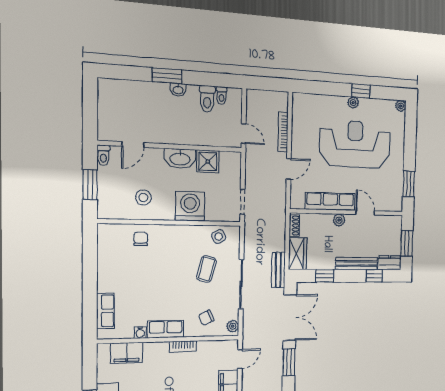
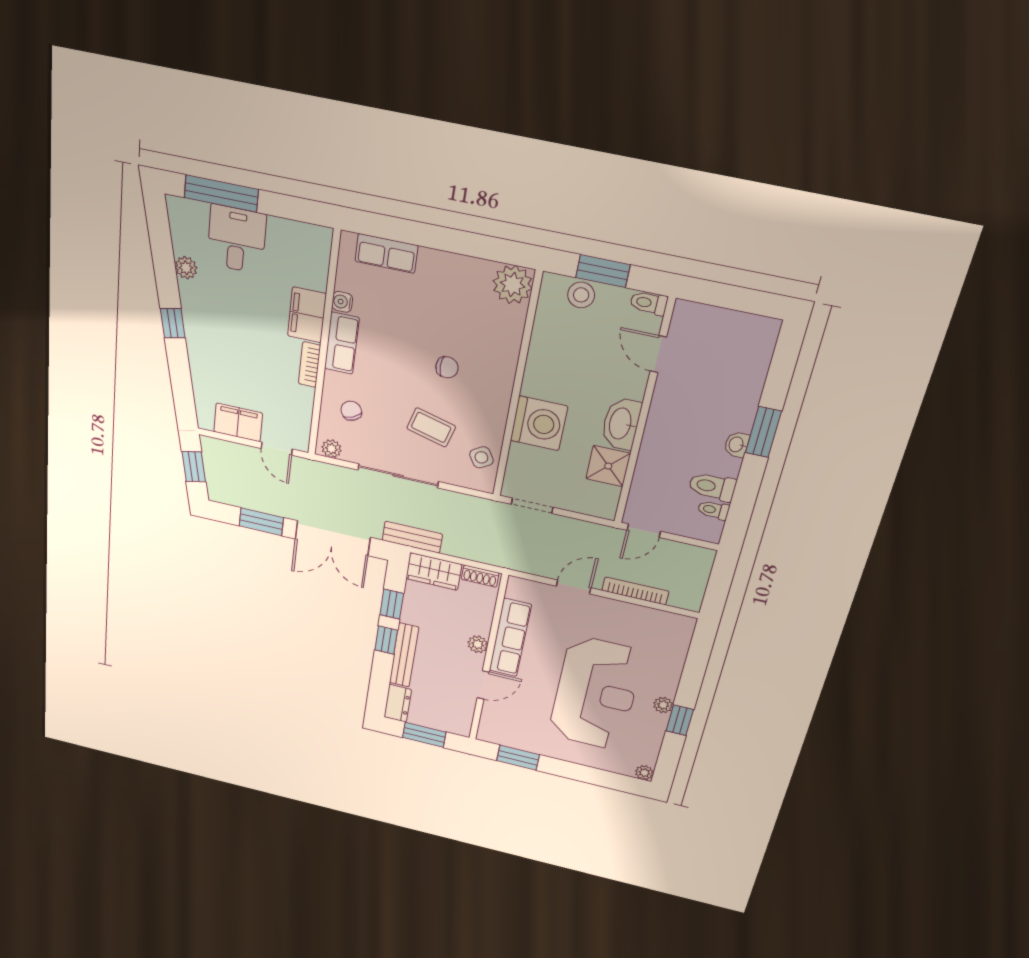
door: (289, 169) -> (574, 587), swing flipped
stool: (143, 198) -> (581, 295), moved
plant: (109, 235) -> (513, 285), added
chair: (141, 239) -> (447, 367), moved
window: (374, 276) -> (386, 640), moved
filing cabinet: (127, 353) -> (307, 315), moved

